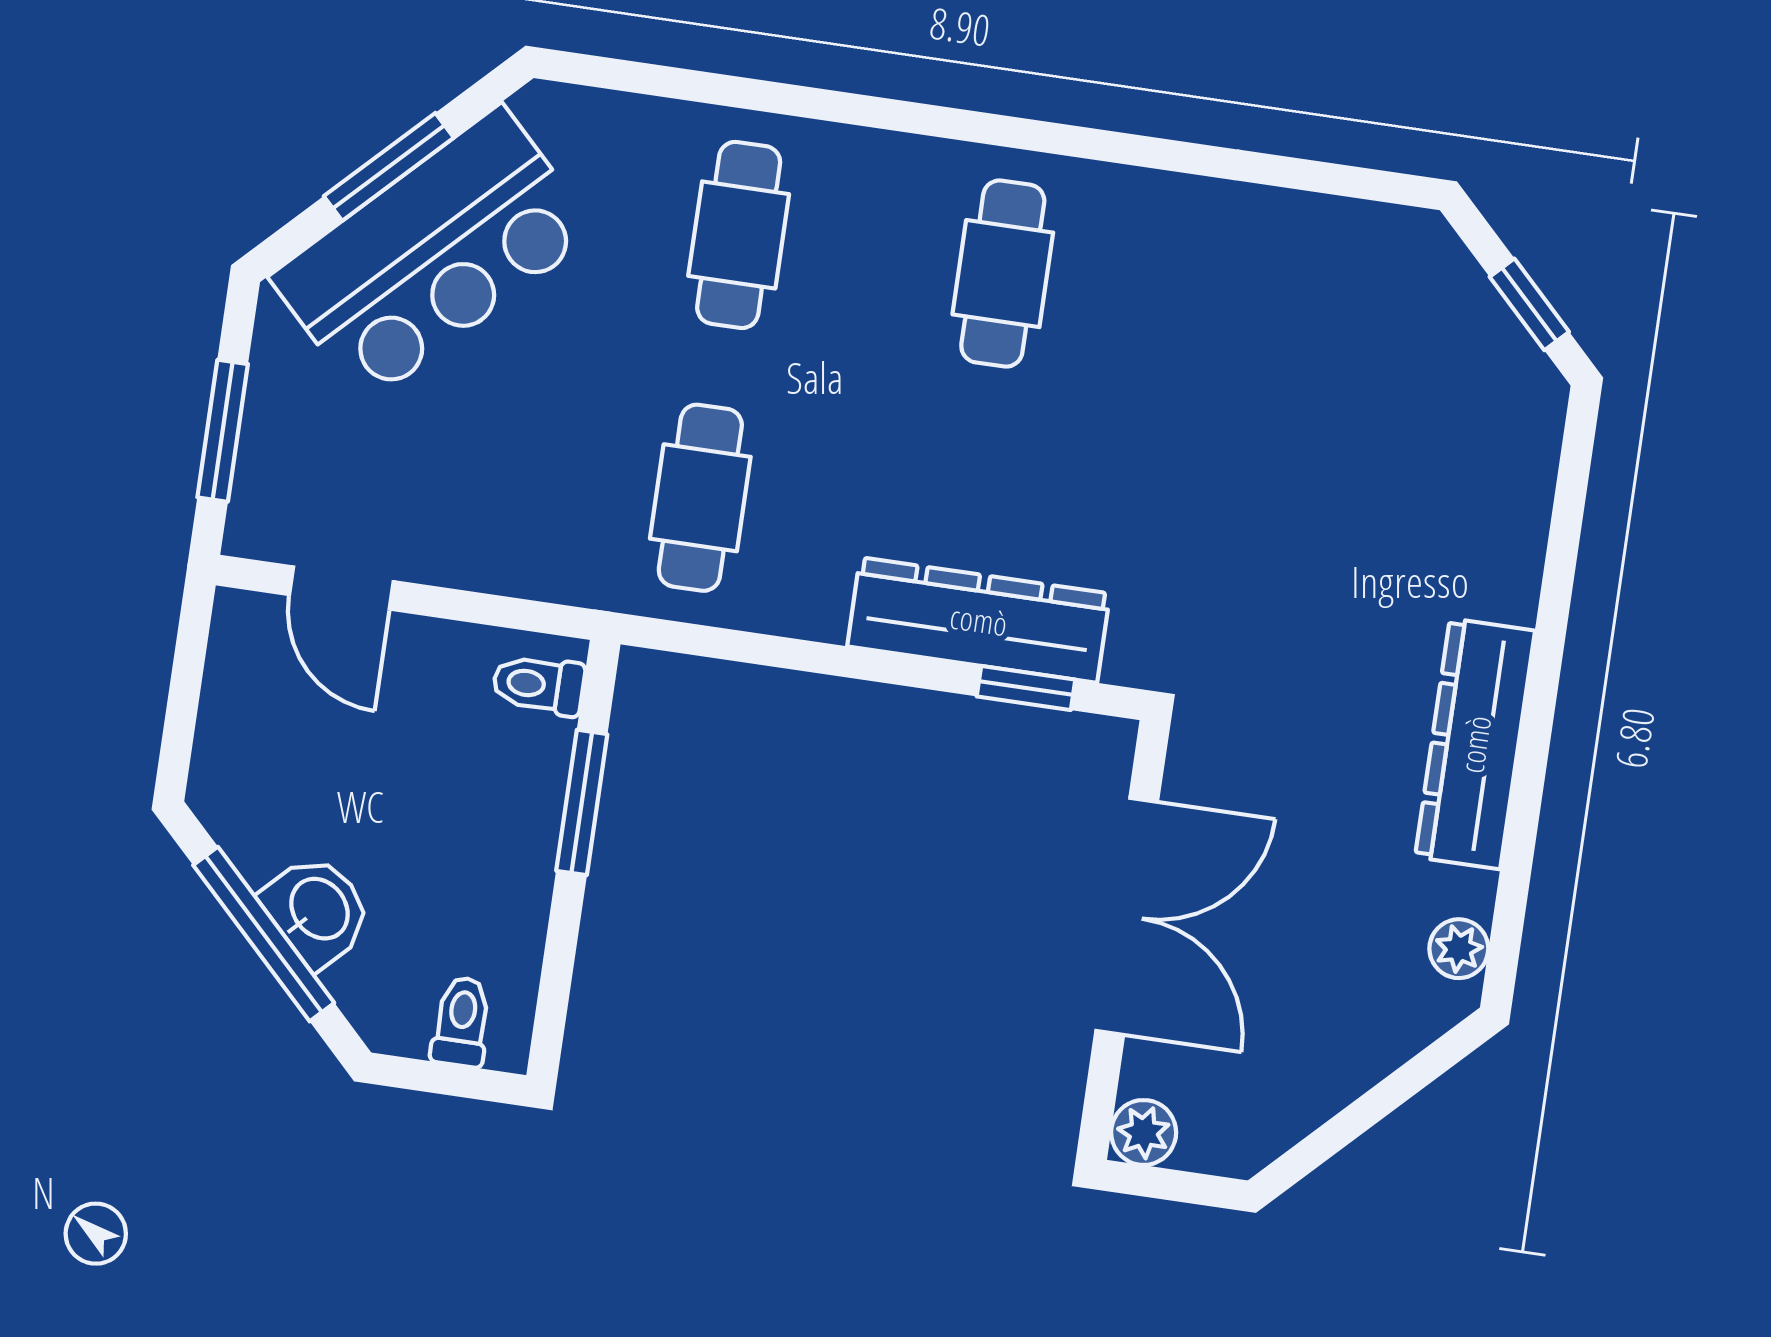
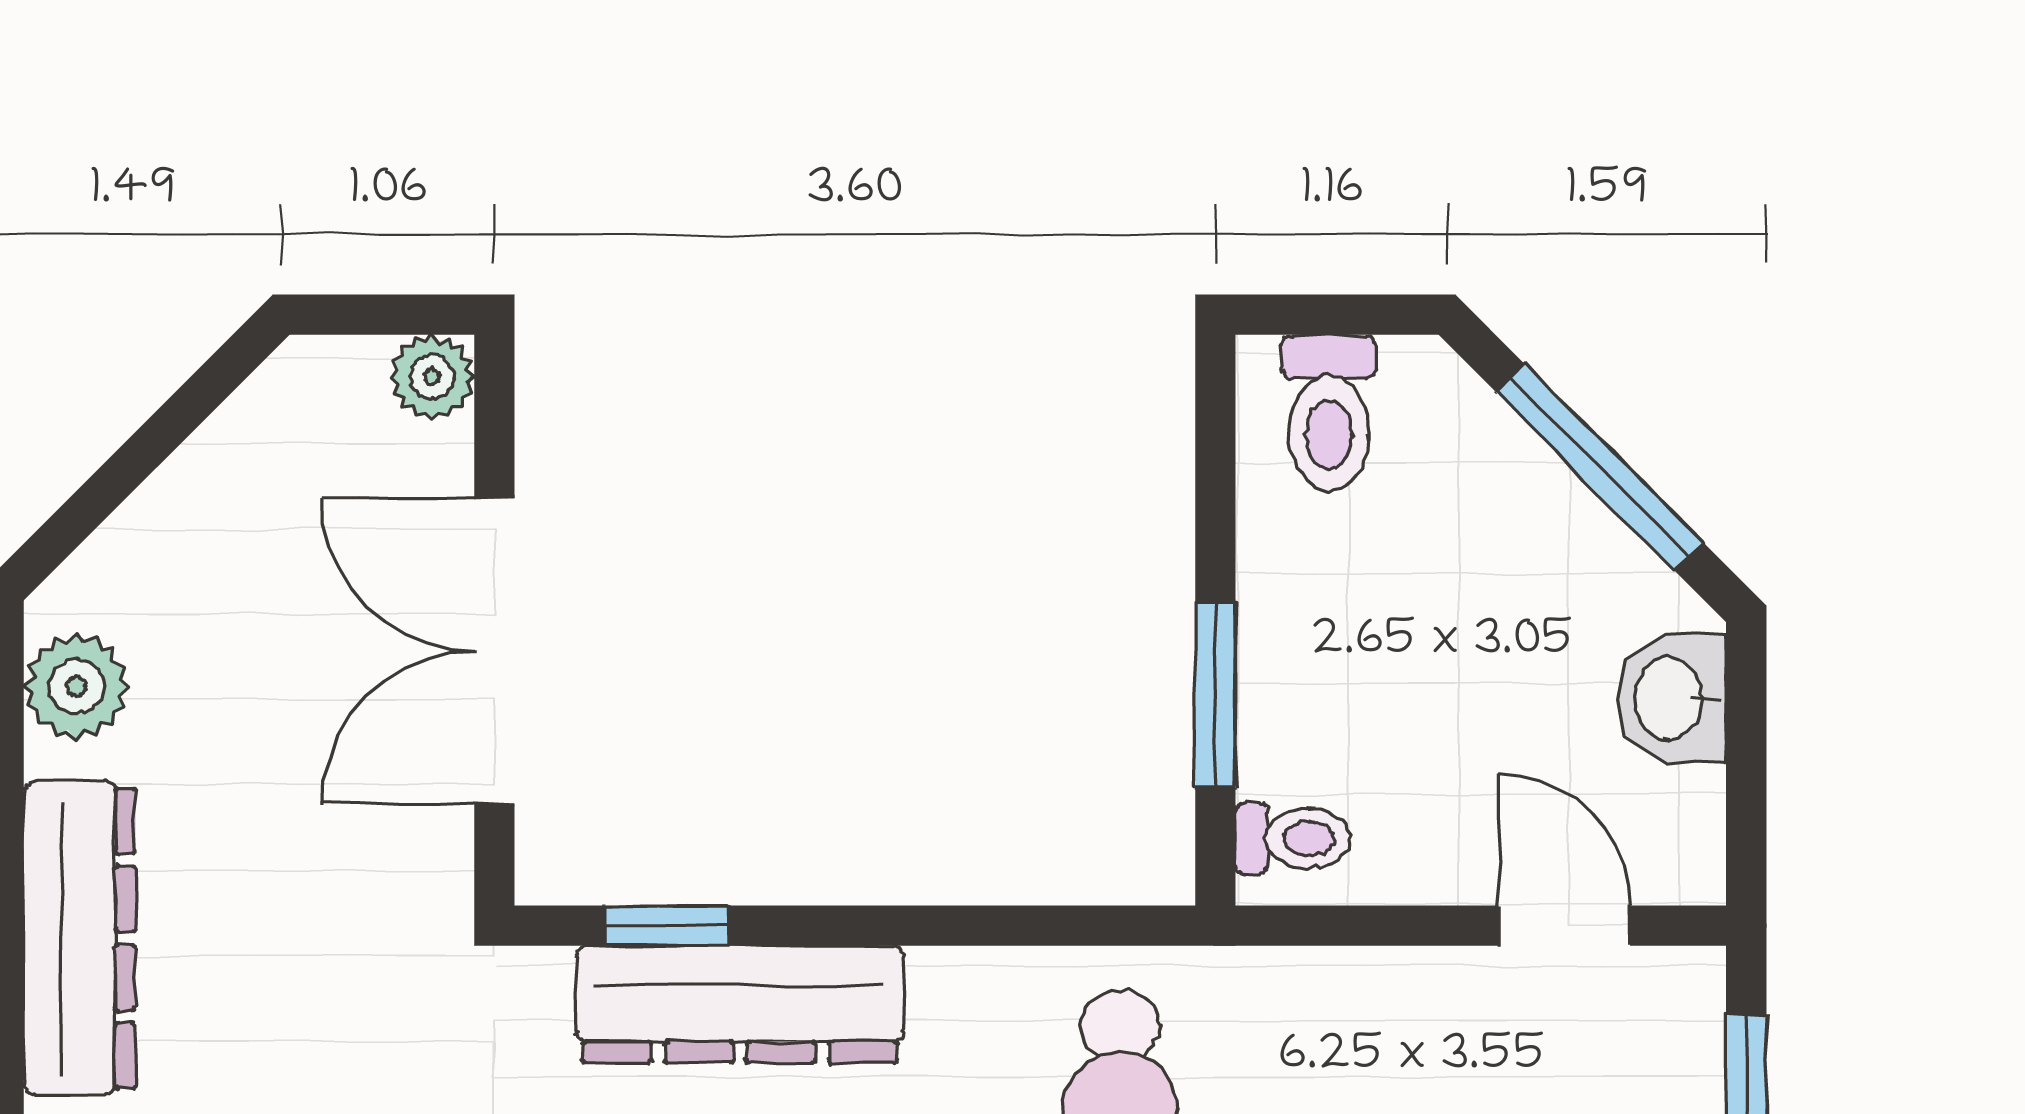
washbasin: (318, 910) -> (1672, 698), moved, turned 45
plant: (1459, 949) -> (76, 686), width x1.38, depth x1.38
toilet: (461, 1022) -> (1329, 413), width x1.37, depth x1.39

